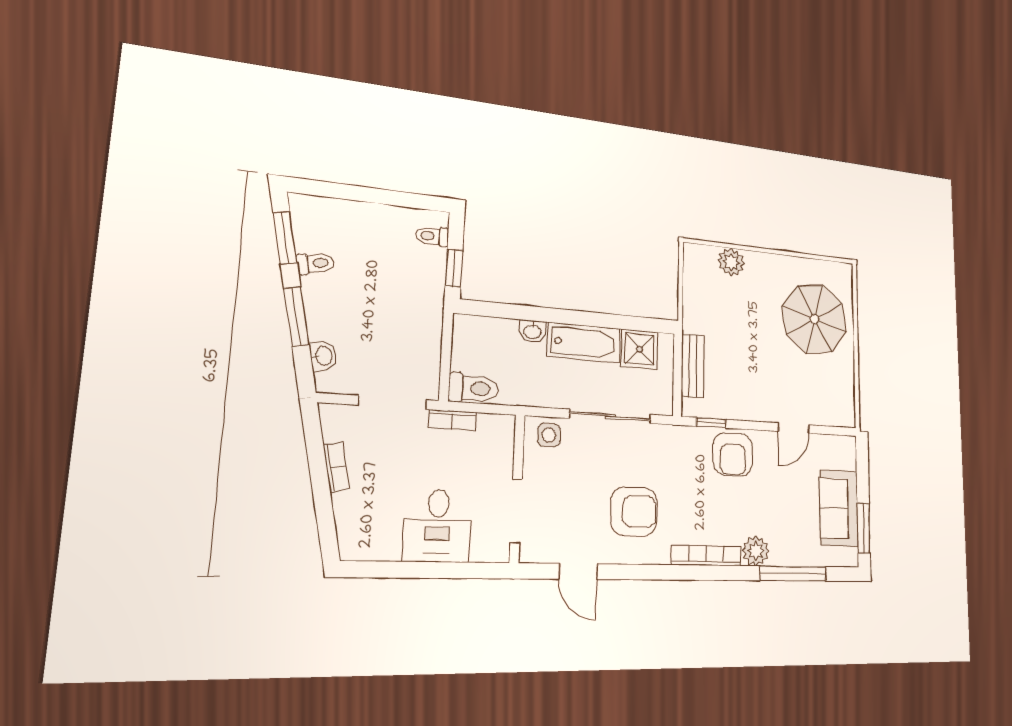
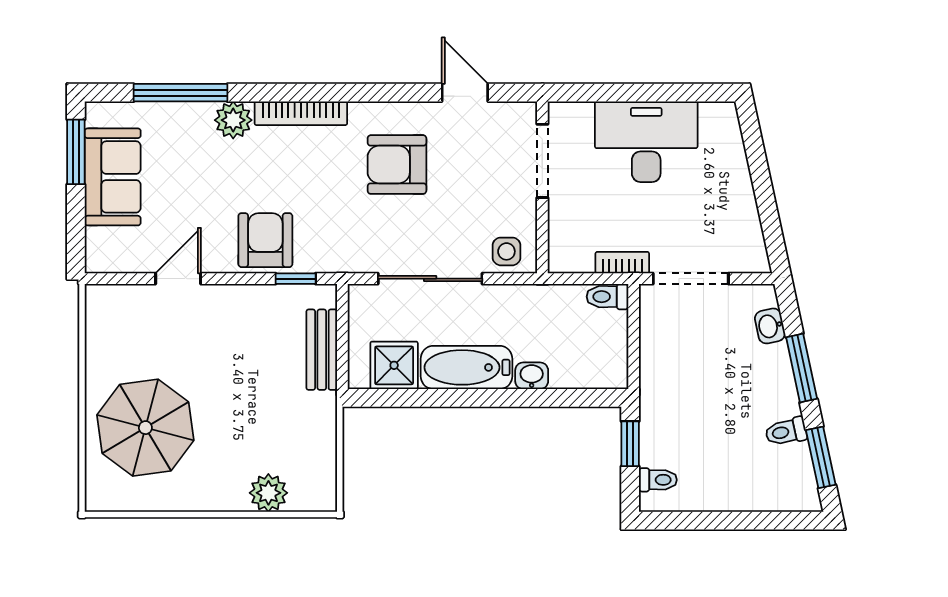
toilet: (474, 388) -> (607, 297), width x0.73, depth x0.72
bookcase: (336, 467) -> (746, 203), removed
desk: (437, 526) -> (646, 142), width x1.37

